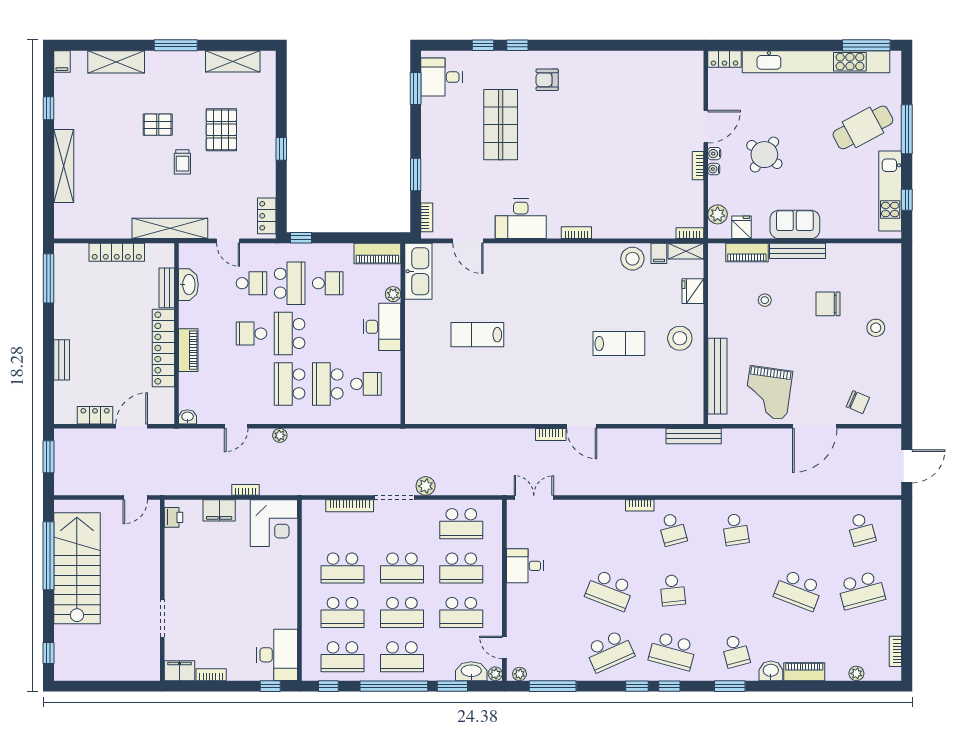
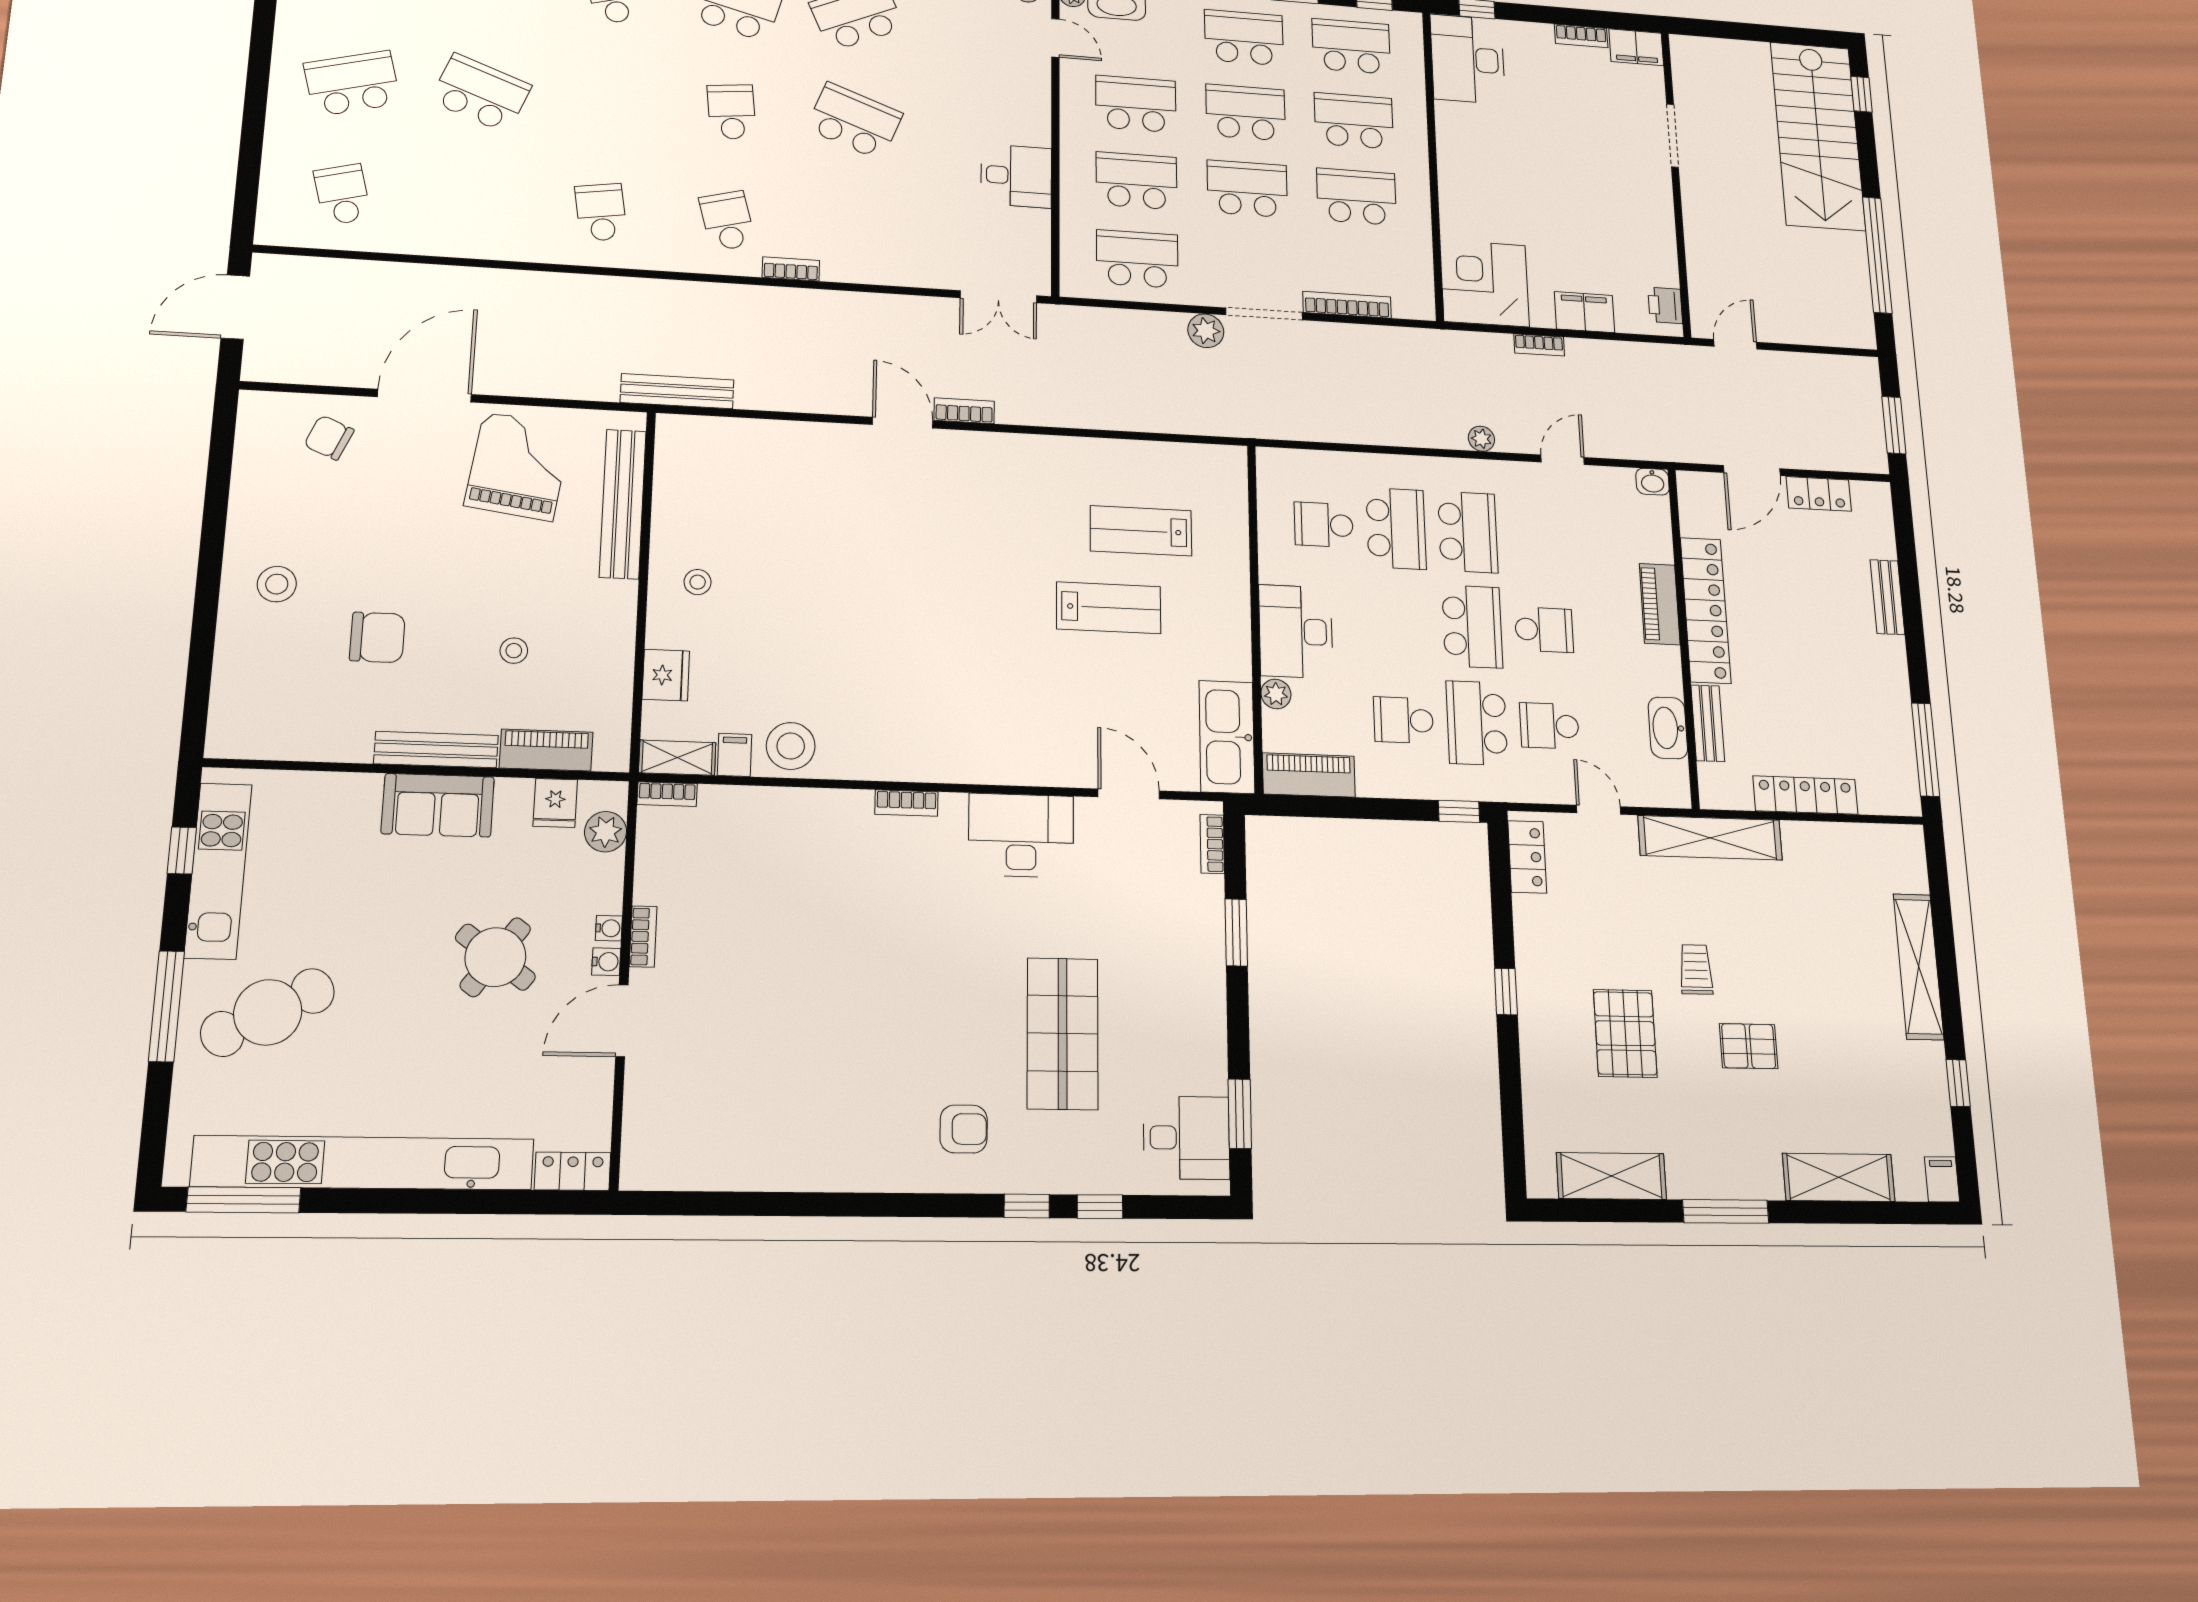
stool: (680, 338) -> (698, 582), width x0.53, depth x0.53
lab bench: (619, 344) -> (1141, 531), moved
stairs: (77, 568) -> (1818, 136), moved

